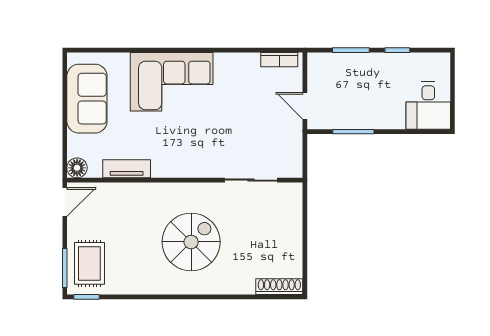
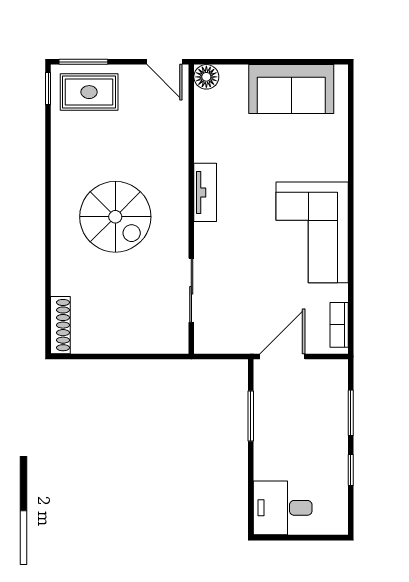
corner sofa: (172, 82) -> (312, 232), moved
door: (305, 106) -> (282, 356), width x1.38
tv unit: (127, 169) -> (205, 192), moved

